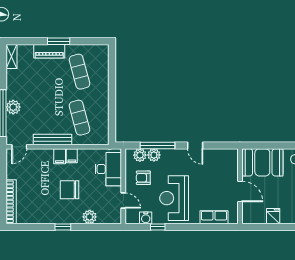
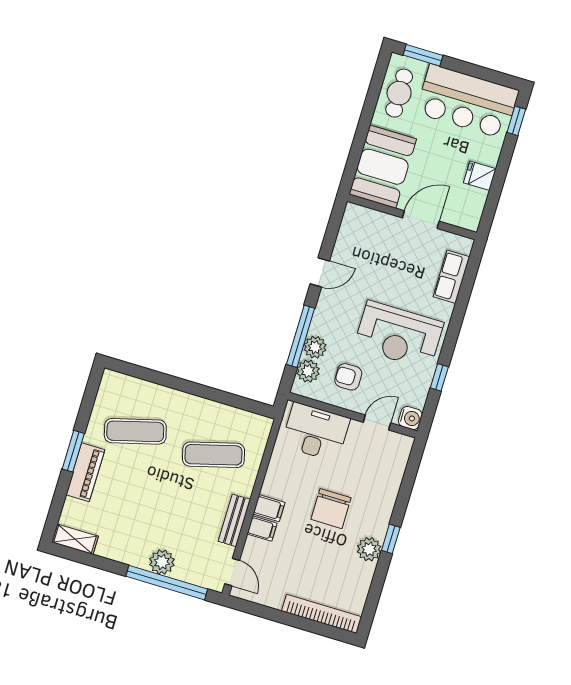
bench: (53, 139) -> (234, 520), width x0.73
filing cabinet: (72, 156) -> (262, 529), moved
armchair: (143, 178) -> (348, 377), turned 90
plant: (90, 217) -> (369, 549), moved
water cooler: (146, 218) -> (410, 418), moved

